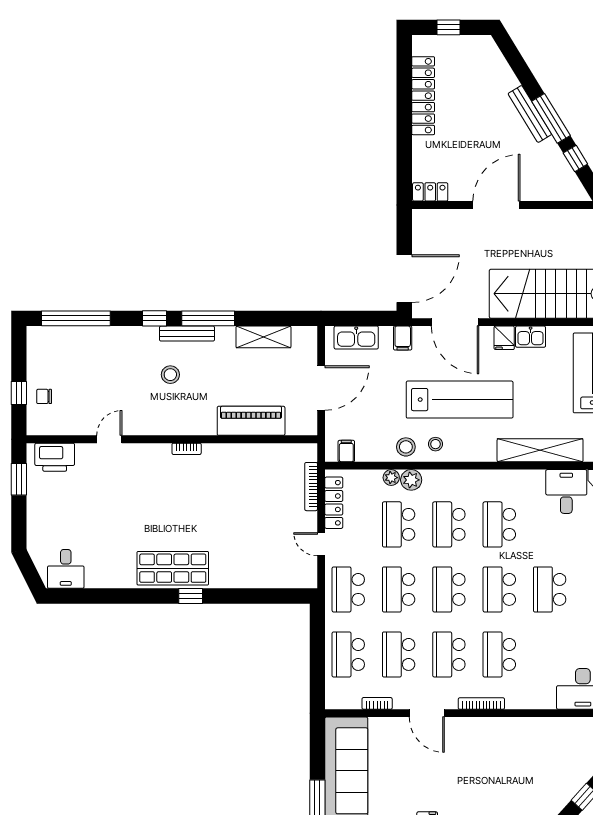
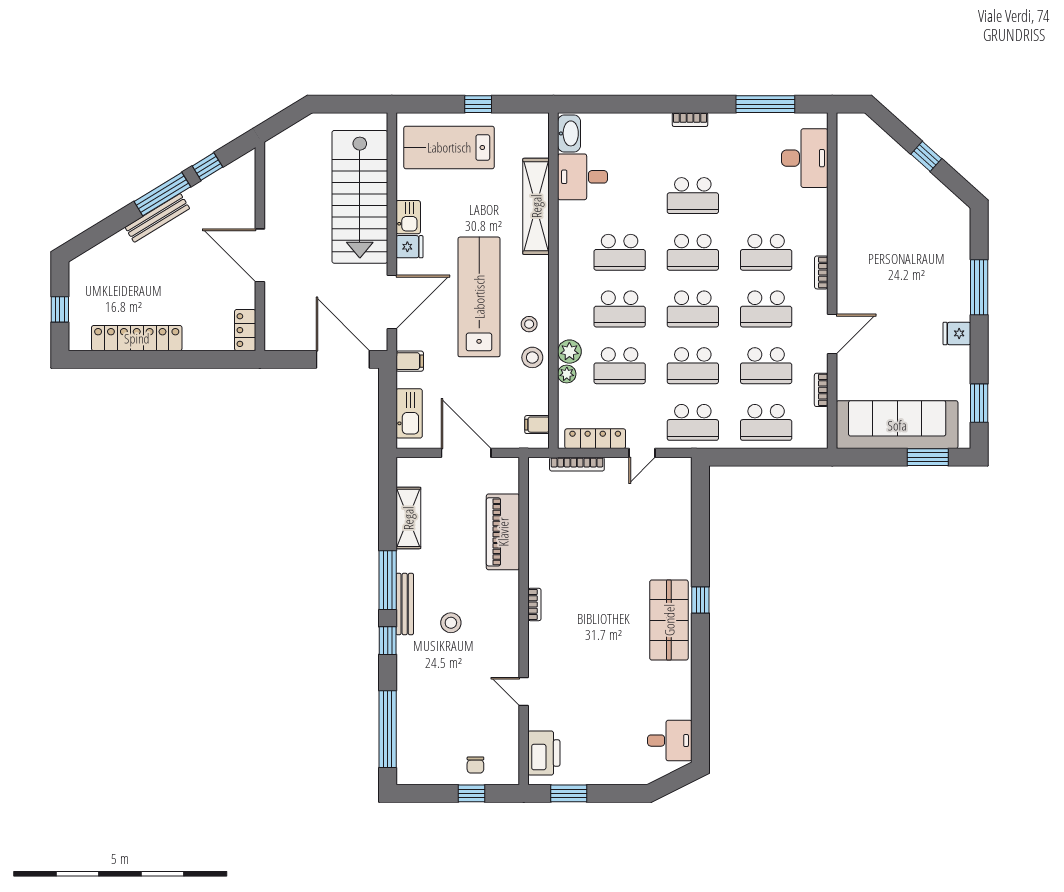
bookcase: (481, 704) -> (821, 272), width x0.64

